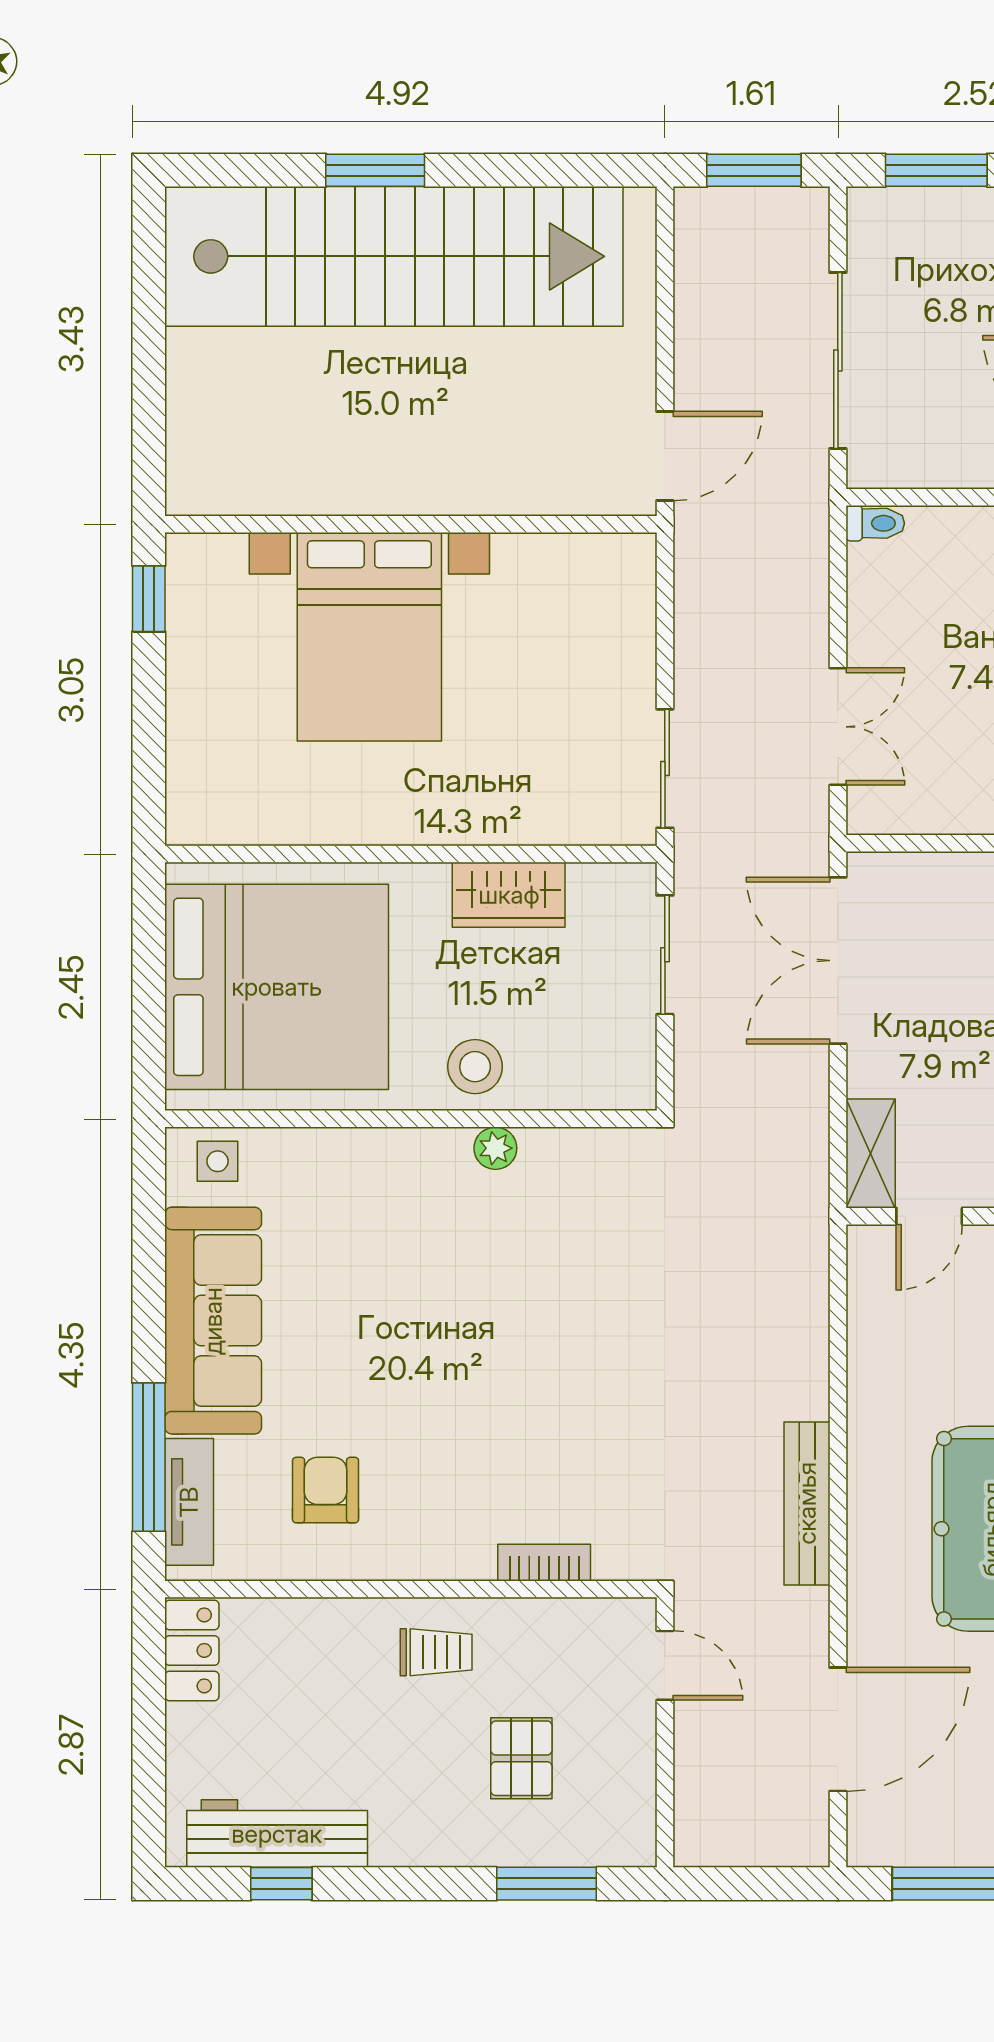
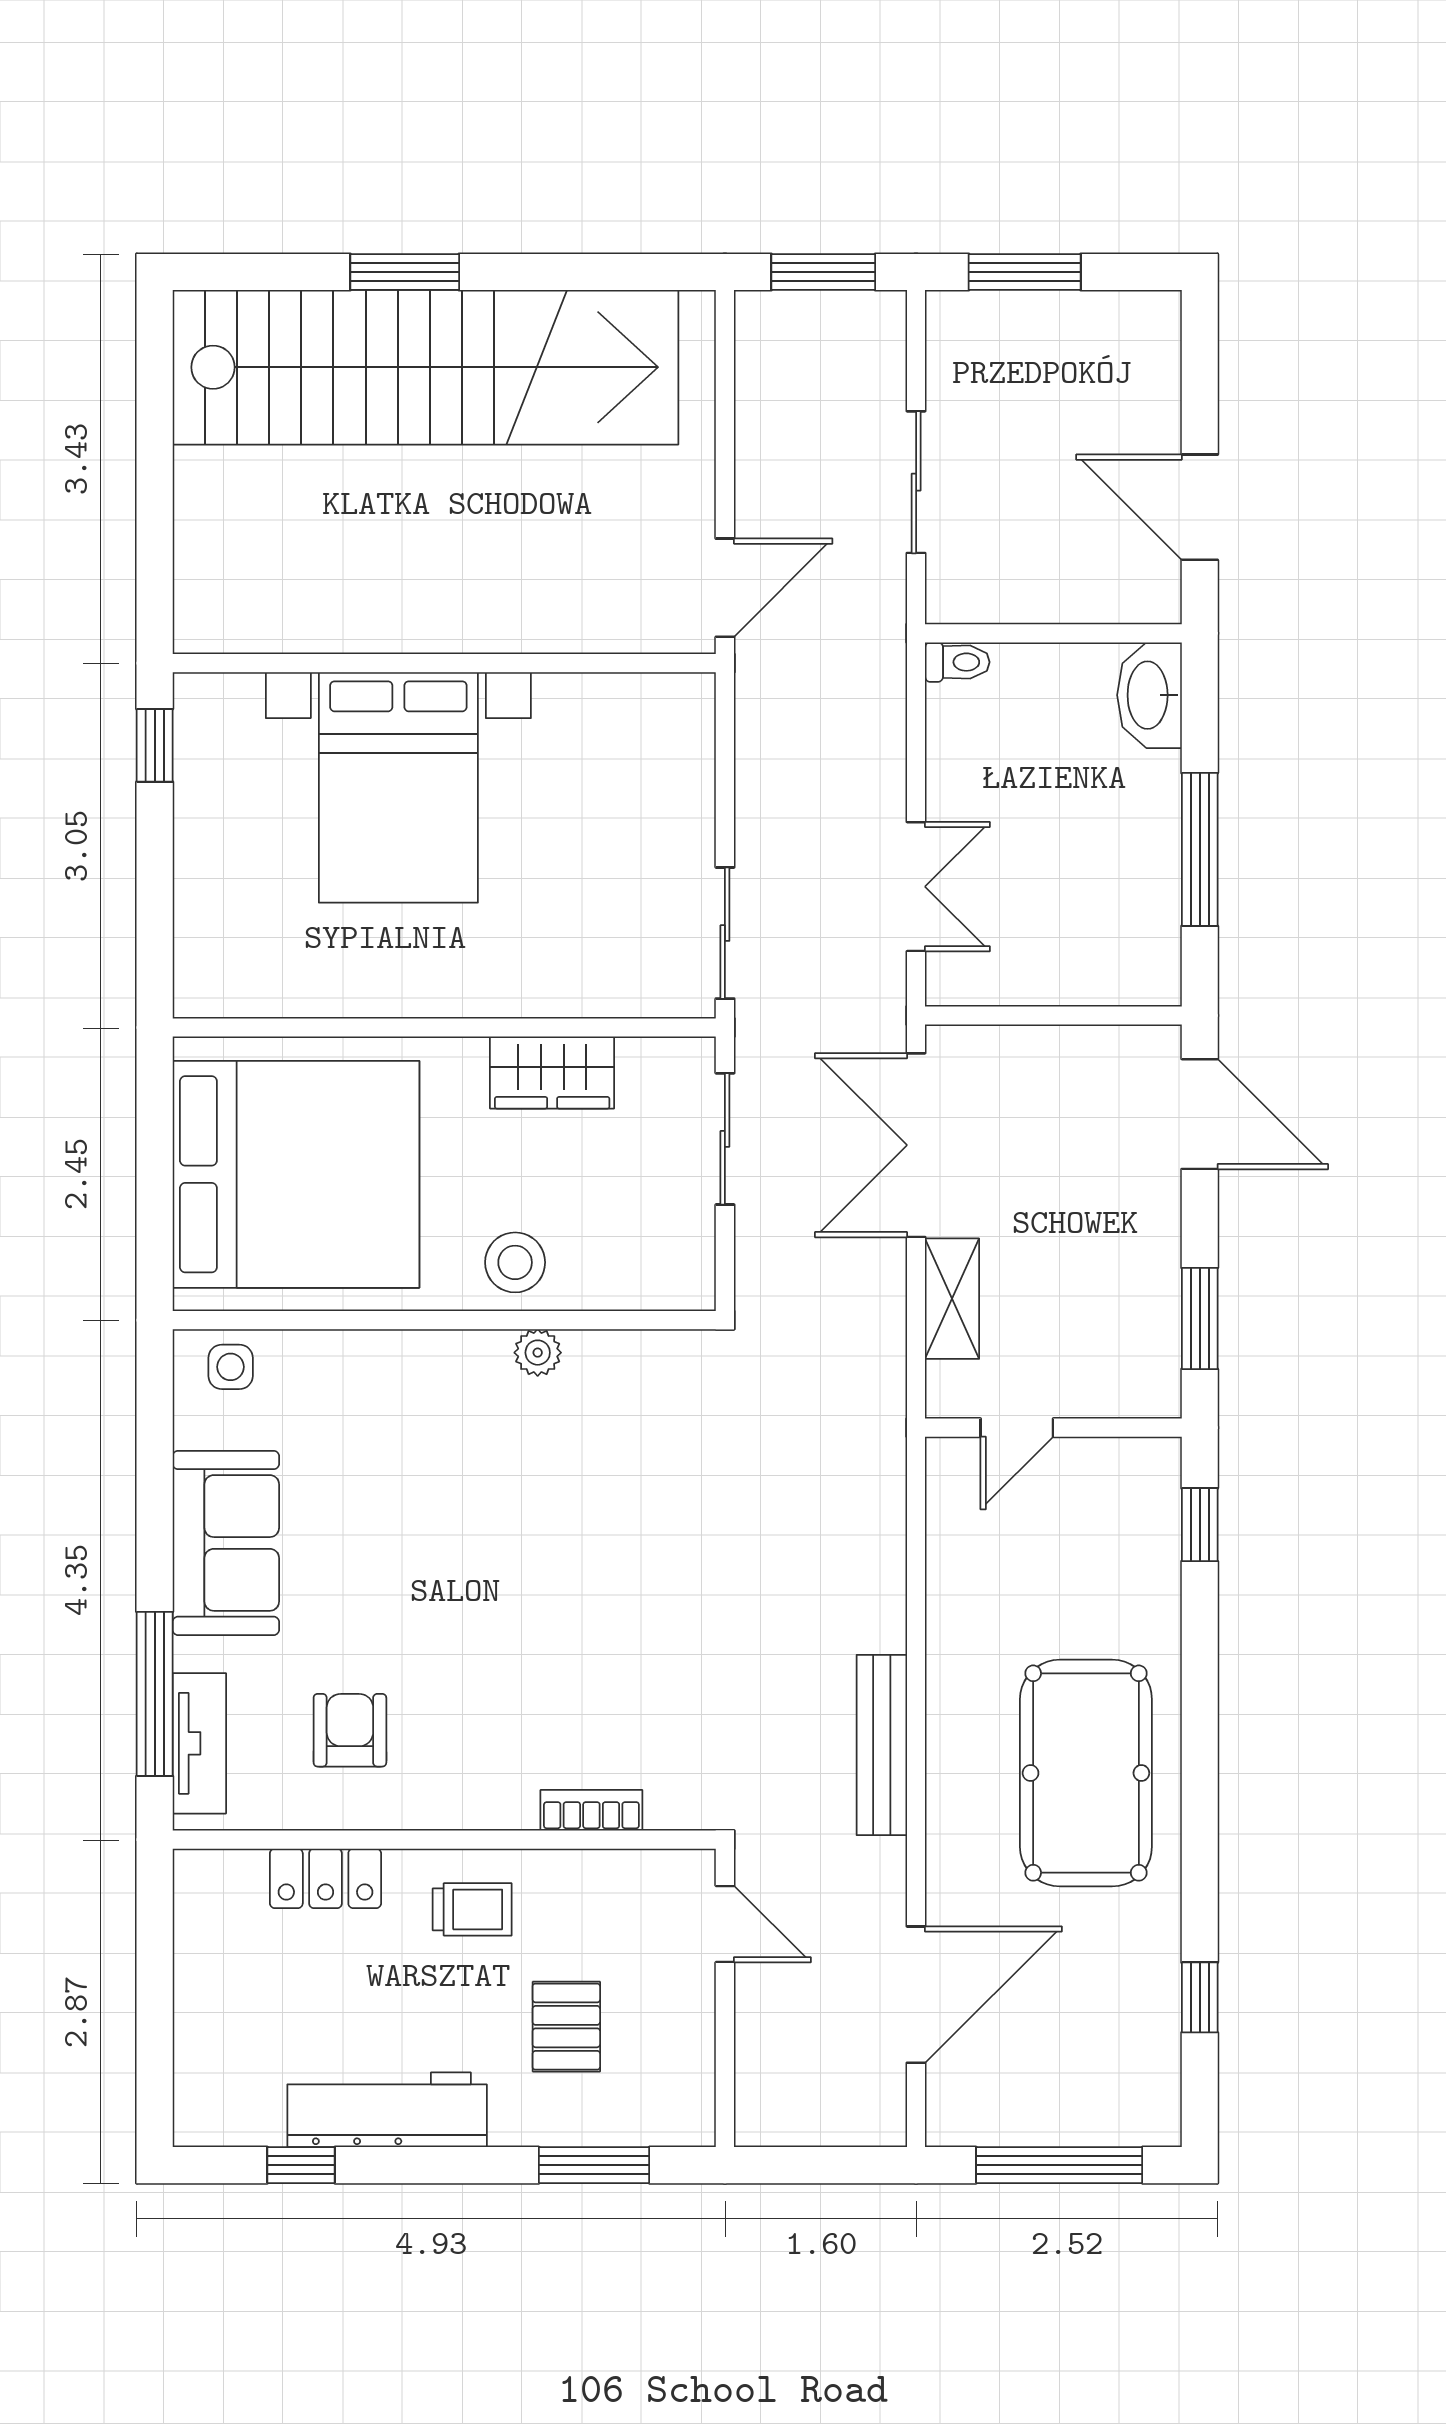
sliding door: (838, 360) -> (916, 482), width x0.73
shelving: (871, 1154) -> (952, 1299), moved
sofa: (213, 1321) -> (226, 1543), width x0.73
locker: (192, 1650) -> (326, 1878), moved, turned 90
workbench: (277, 1834) -> (387, 2110), moved

